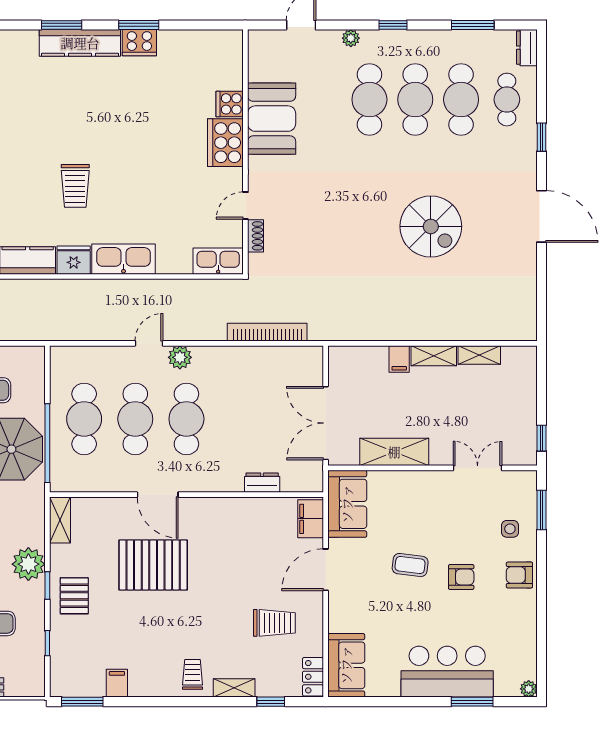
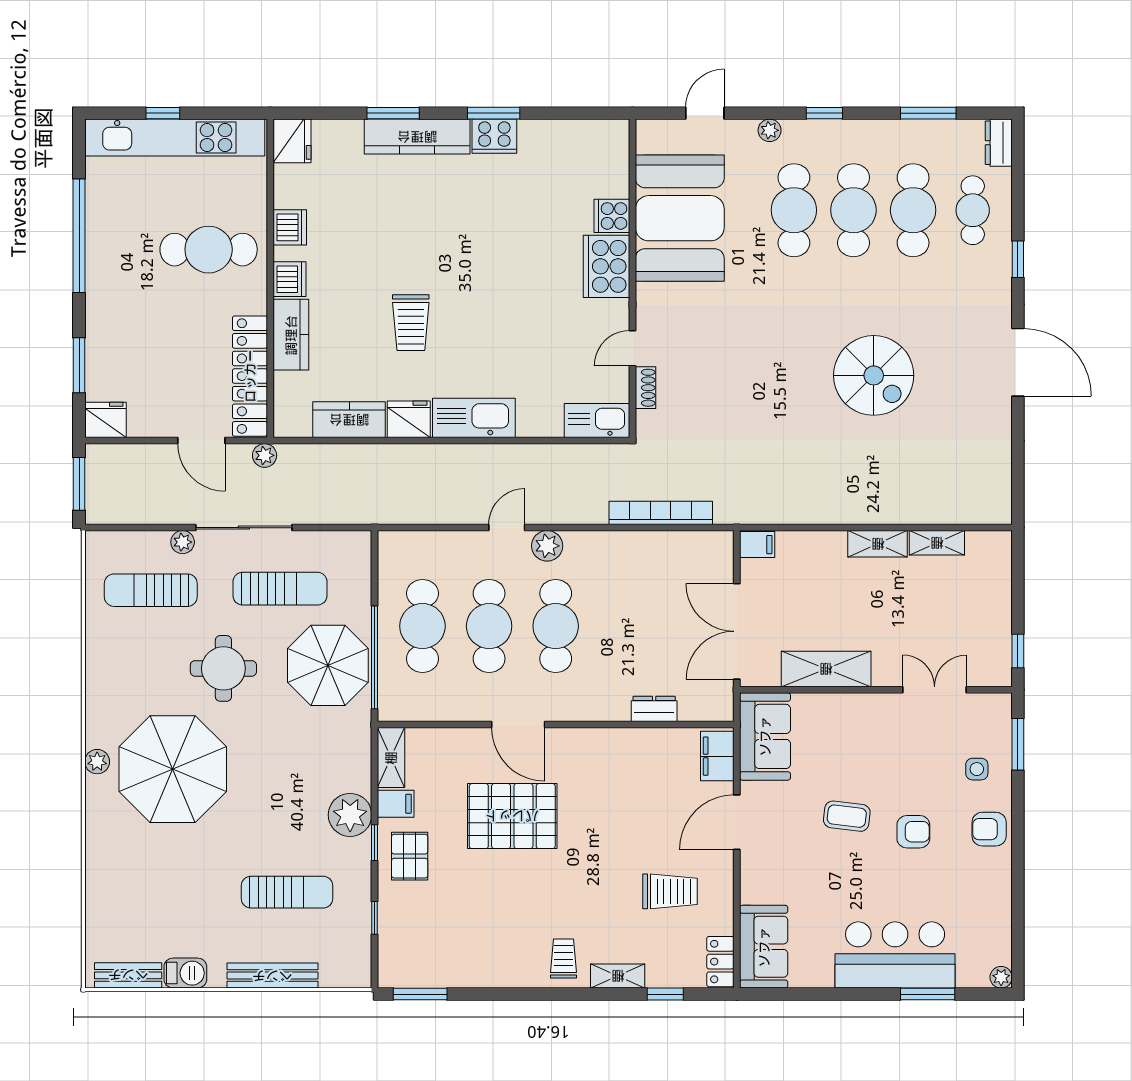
booth: (272, 119) -> (680, 218), width x1.36, depth x1.42
filing cabinet: (399, 359) -> (757, 545), moved, turned -90
filing cabinet: (117, 683) -> (396, 804), moved, turned 90

